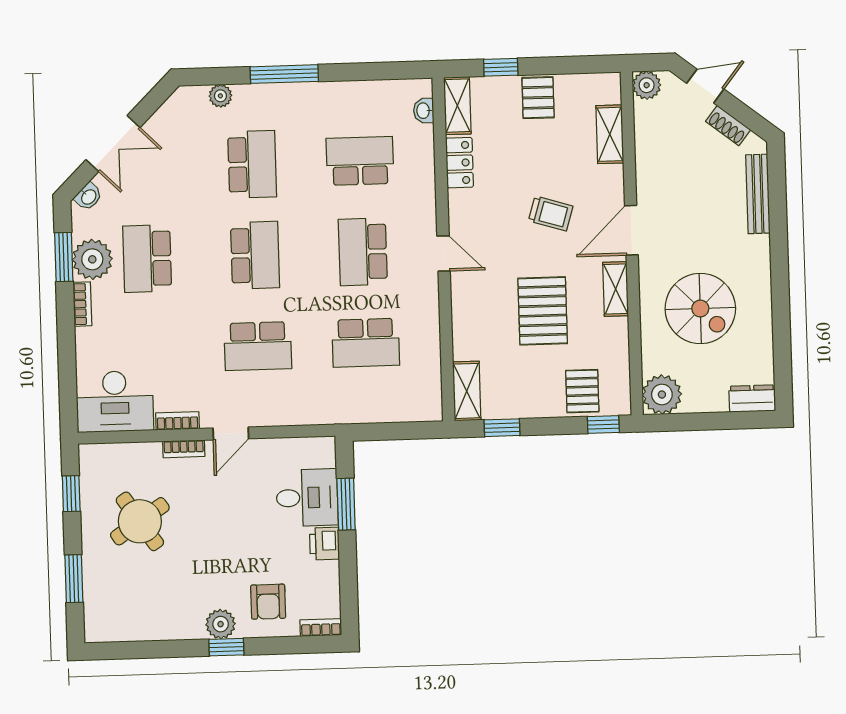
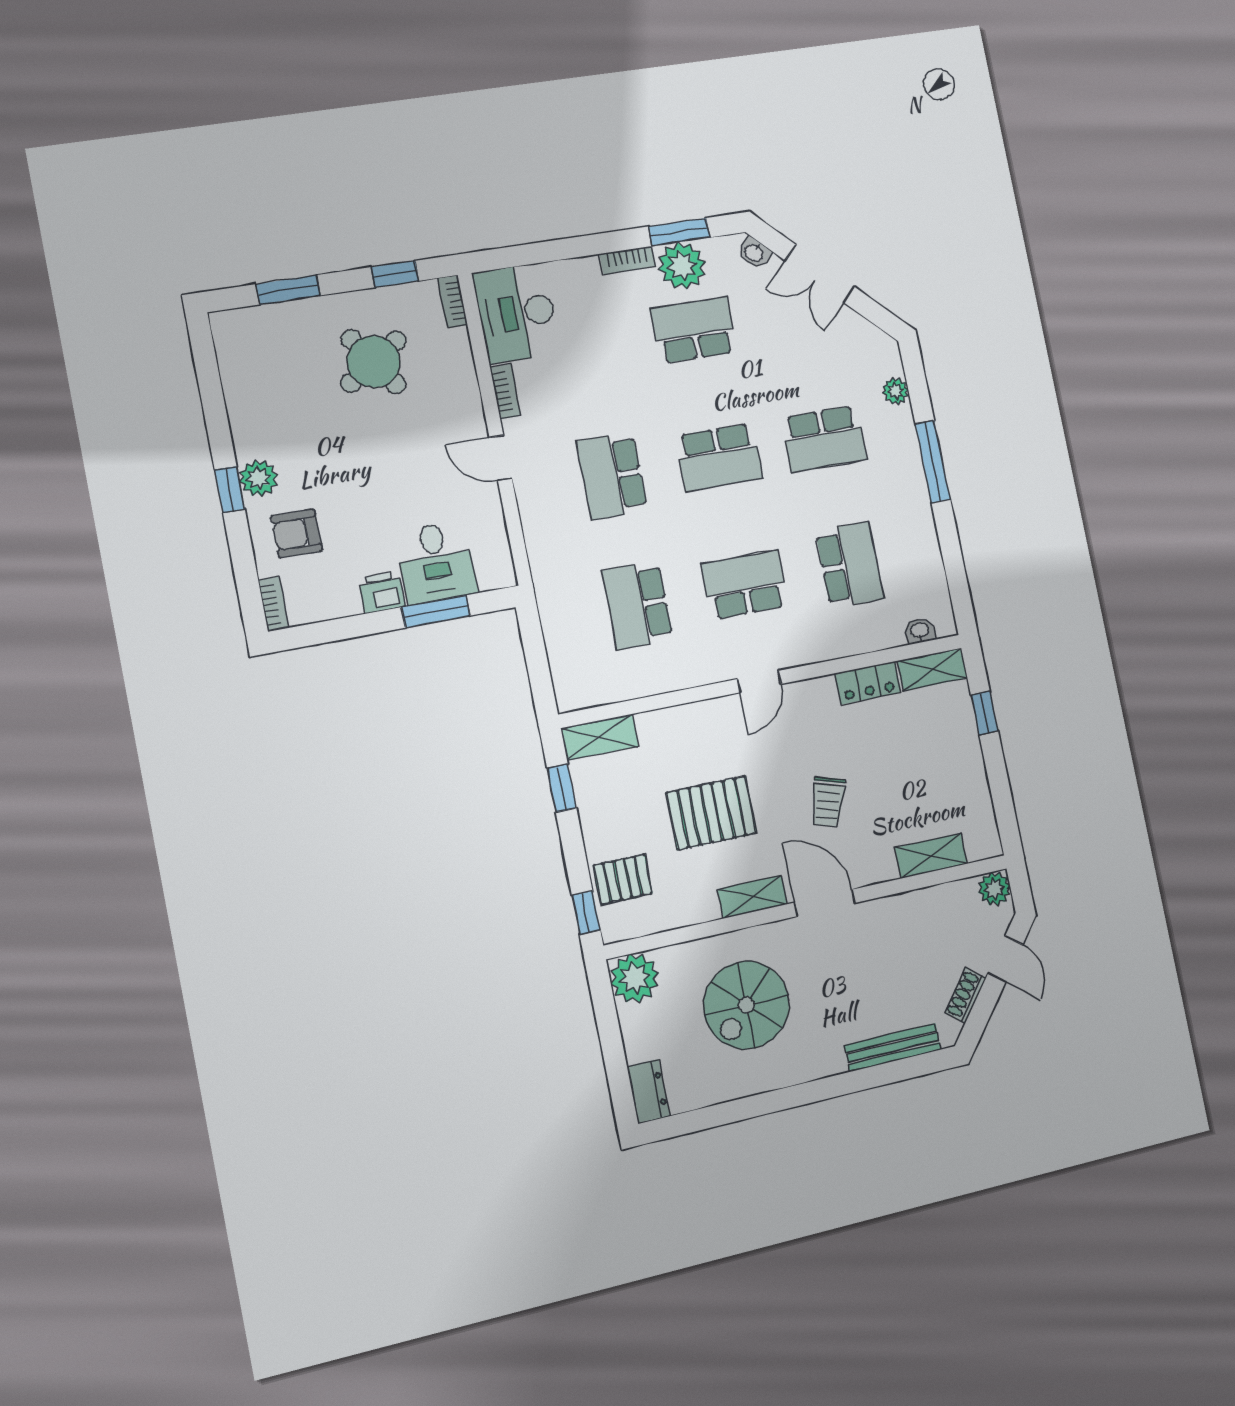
pallet: (538, 98) -> (958, 763), removed
bookcase: (184, 449) -> (452, 301), moved

